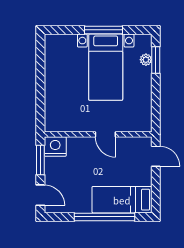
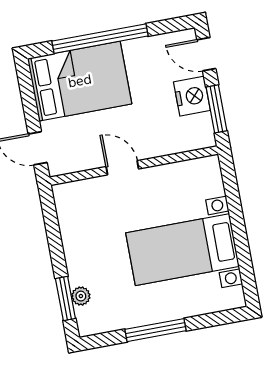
bed with nightstands: (106, 67) -> (183, 250), moved, turned -90
nightstand: (55, 147) -> (192, 96), moved, turned -90
bed: (122, 200) -> (80, 81), width x1.50

